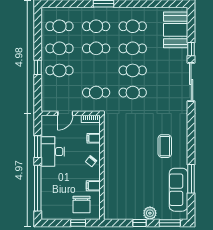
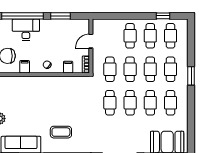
window: (38, 67) -> (163, 16), moved
cafe table: (96, 70) -> (130, 69), added
door: (65, 113) -> (91, 41), hinge flipped
desk: (53, 152) -> (26, 30), moved

